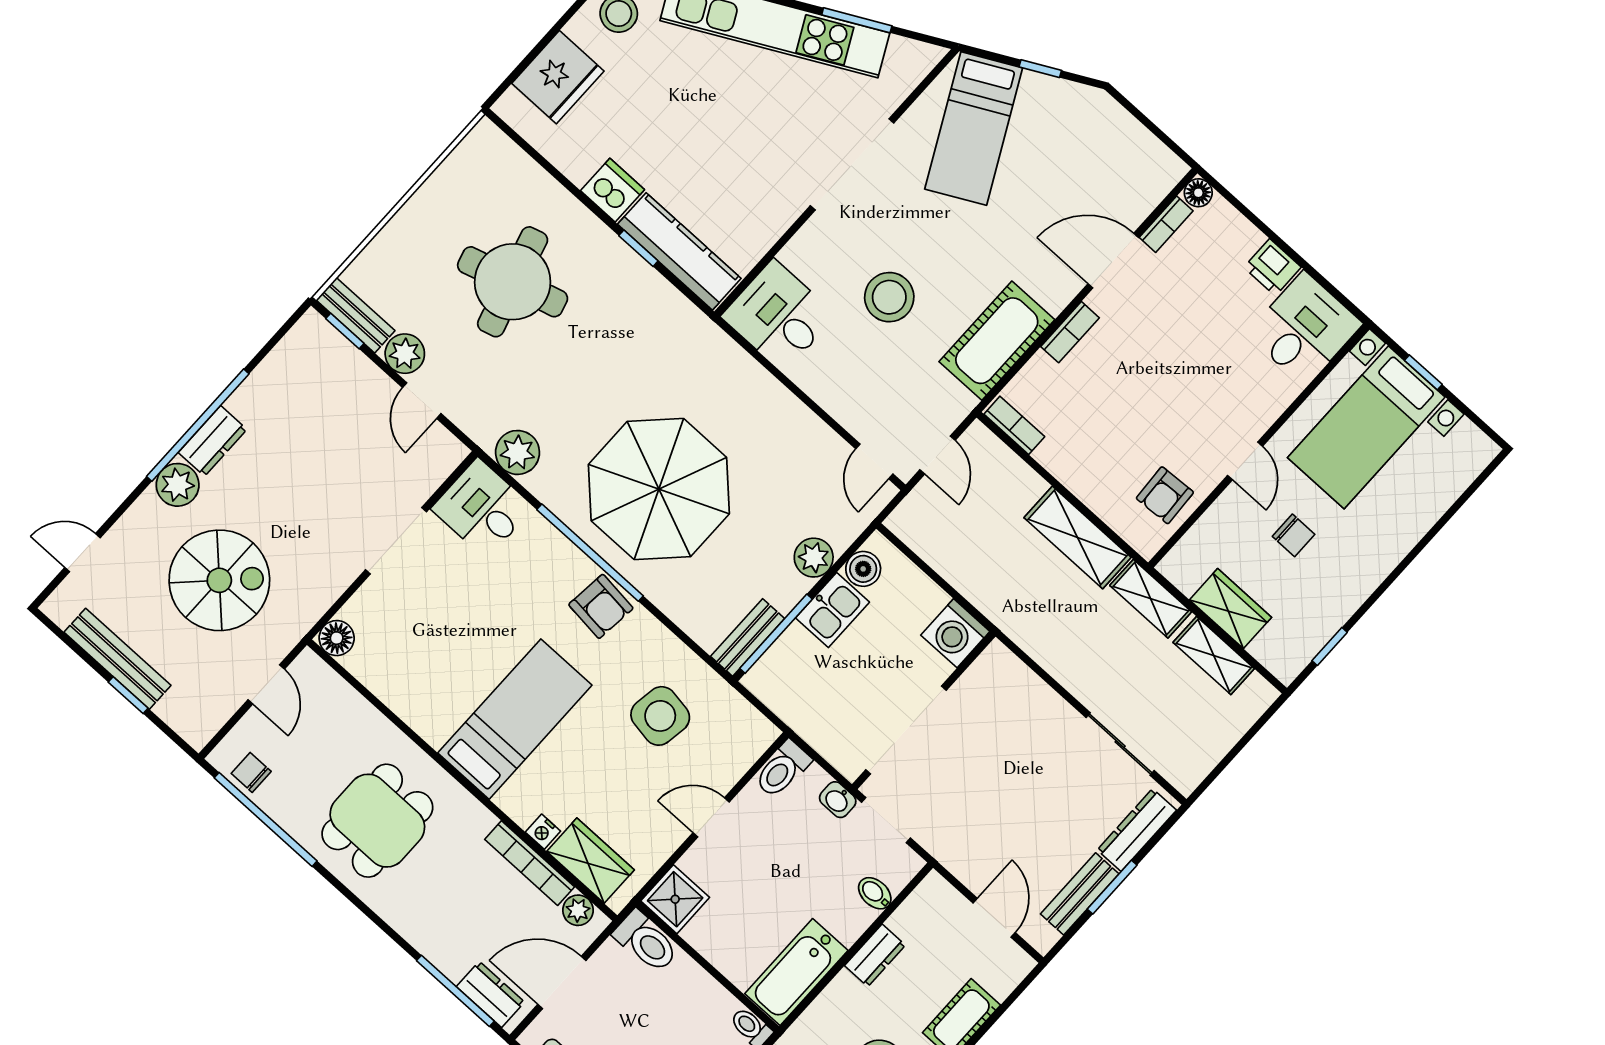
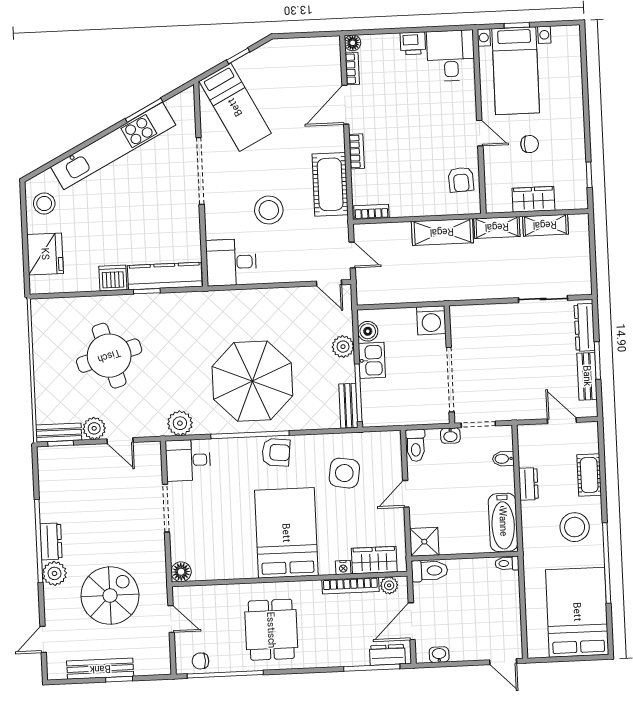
bed: (515, 719) -> (286, 533), width x1.50

